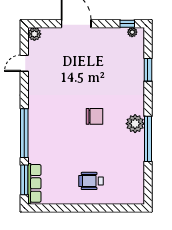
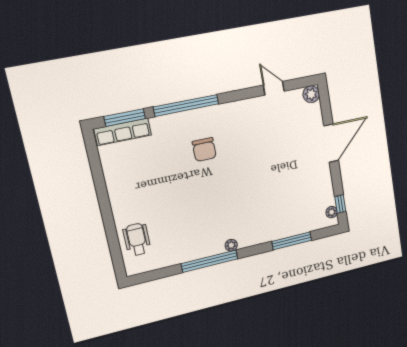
window: (148, 70) -> (292, 241), width x1.44
chair: (94, 116) -> (204, 150), moved
plant: (135, 124) -> (231, 245), width x0.53, depth x0.53
wheelchair: (91, 181) -> (137, 239), moved

